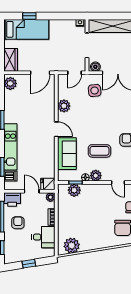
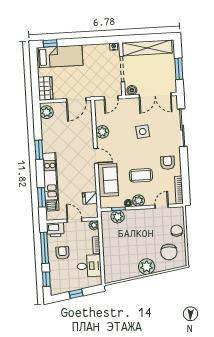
window: (29, 16) -> (50, 43), moved
side table: (95, 90) -> (143, 132), moved
door: (118, 183) -> (162, 206), swing flipped
fridge: (48, 184) -> (90, 198), moved
plant: (72, 245) -> (147, 267), moved

